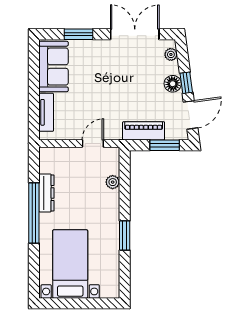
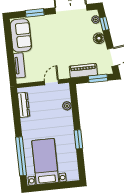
window: (186, 83) -> (104, 24), moved
dresser: (46, 193) -> (24, 105), moved
window: (34, 213) -> (21, 156), moved

